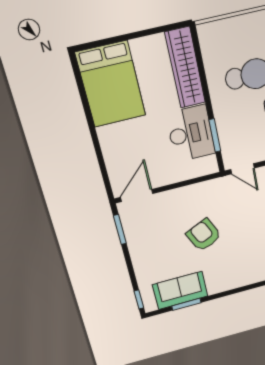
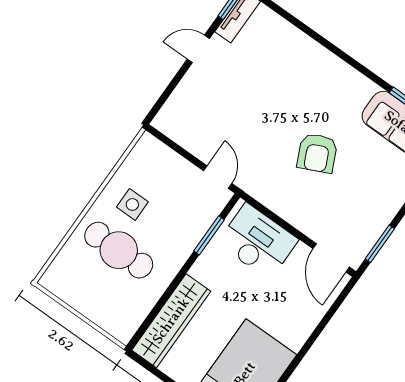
desk: (191, 134) -> (258, 241), moved, turned 90
door: (137, 195) -> (331, 258), hinge flipped

